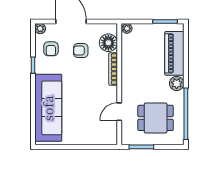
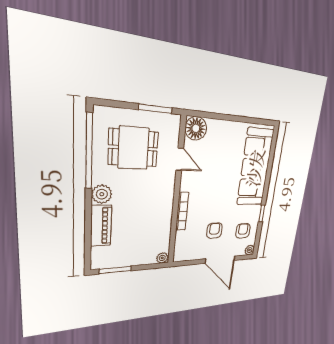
floor lamp: (108, 43) -> (196, 128), moved
armchair: (81, 50) -> (214, 231), turned -90
piano: (174, 53) -> (101, 226), width x0.73, depth x0.75
door: (119, 112) -> (180, 159), hinge flipped

